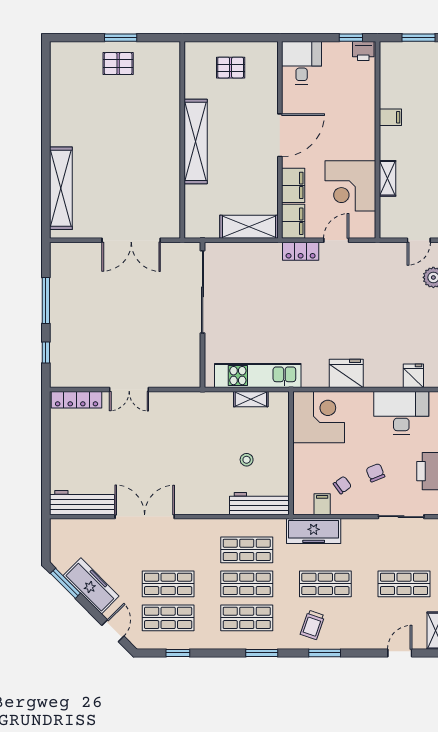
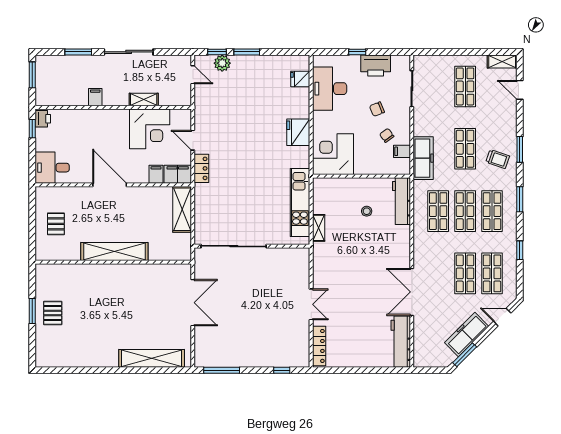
filing cabinet: (293, 185) -> (156, 174), width x0.50
window: (46, 301) -> (222, 370), moved
shelving: (251, 399) -> (319, 228), moved
window: (178, 653) -> (520, 250), moved

